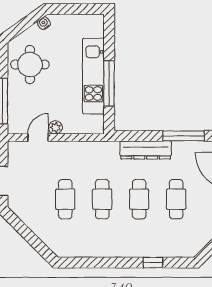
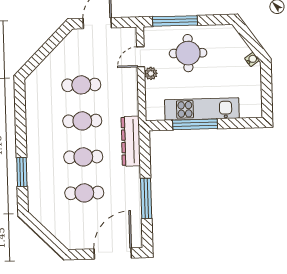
round table: (30, 65) -> (188, 53), moved
door: (38, 138) -> (141, 57), swing flipped
dresser: (146, 150) -> (131, 141), moved
window: (153, 263) -> (22, 172), width x1.50

